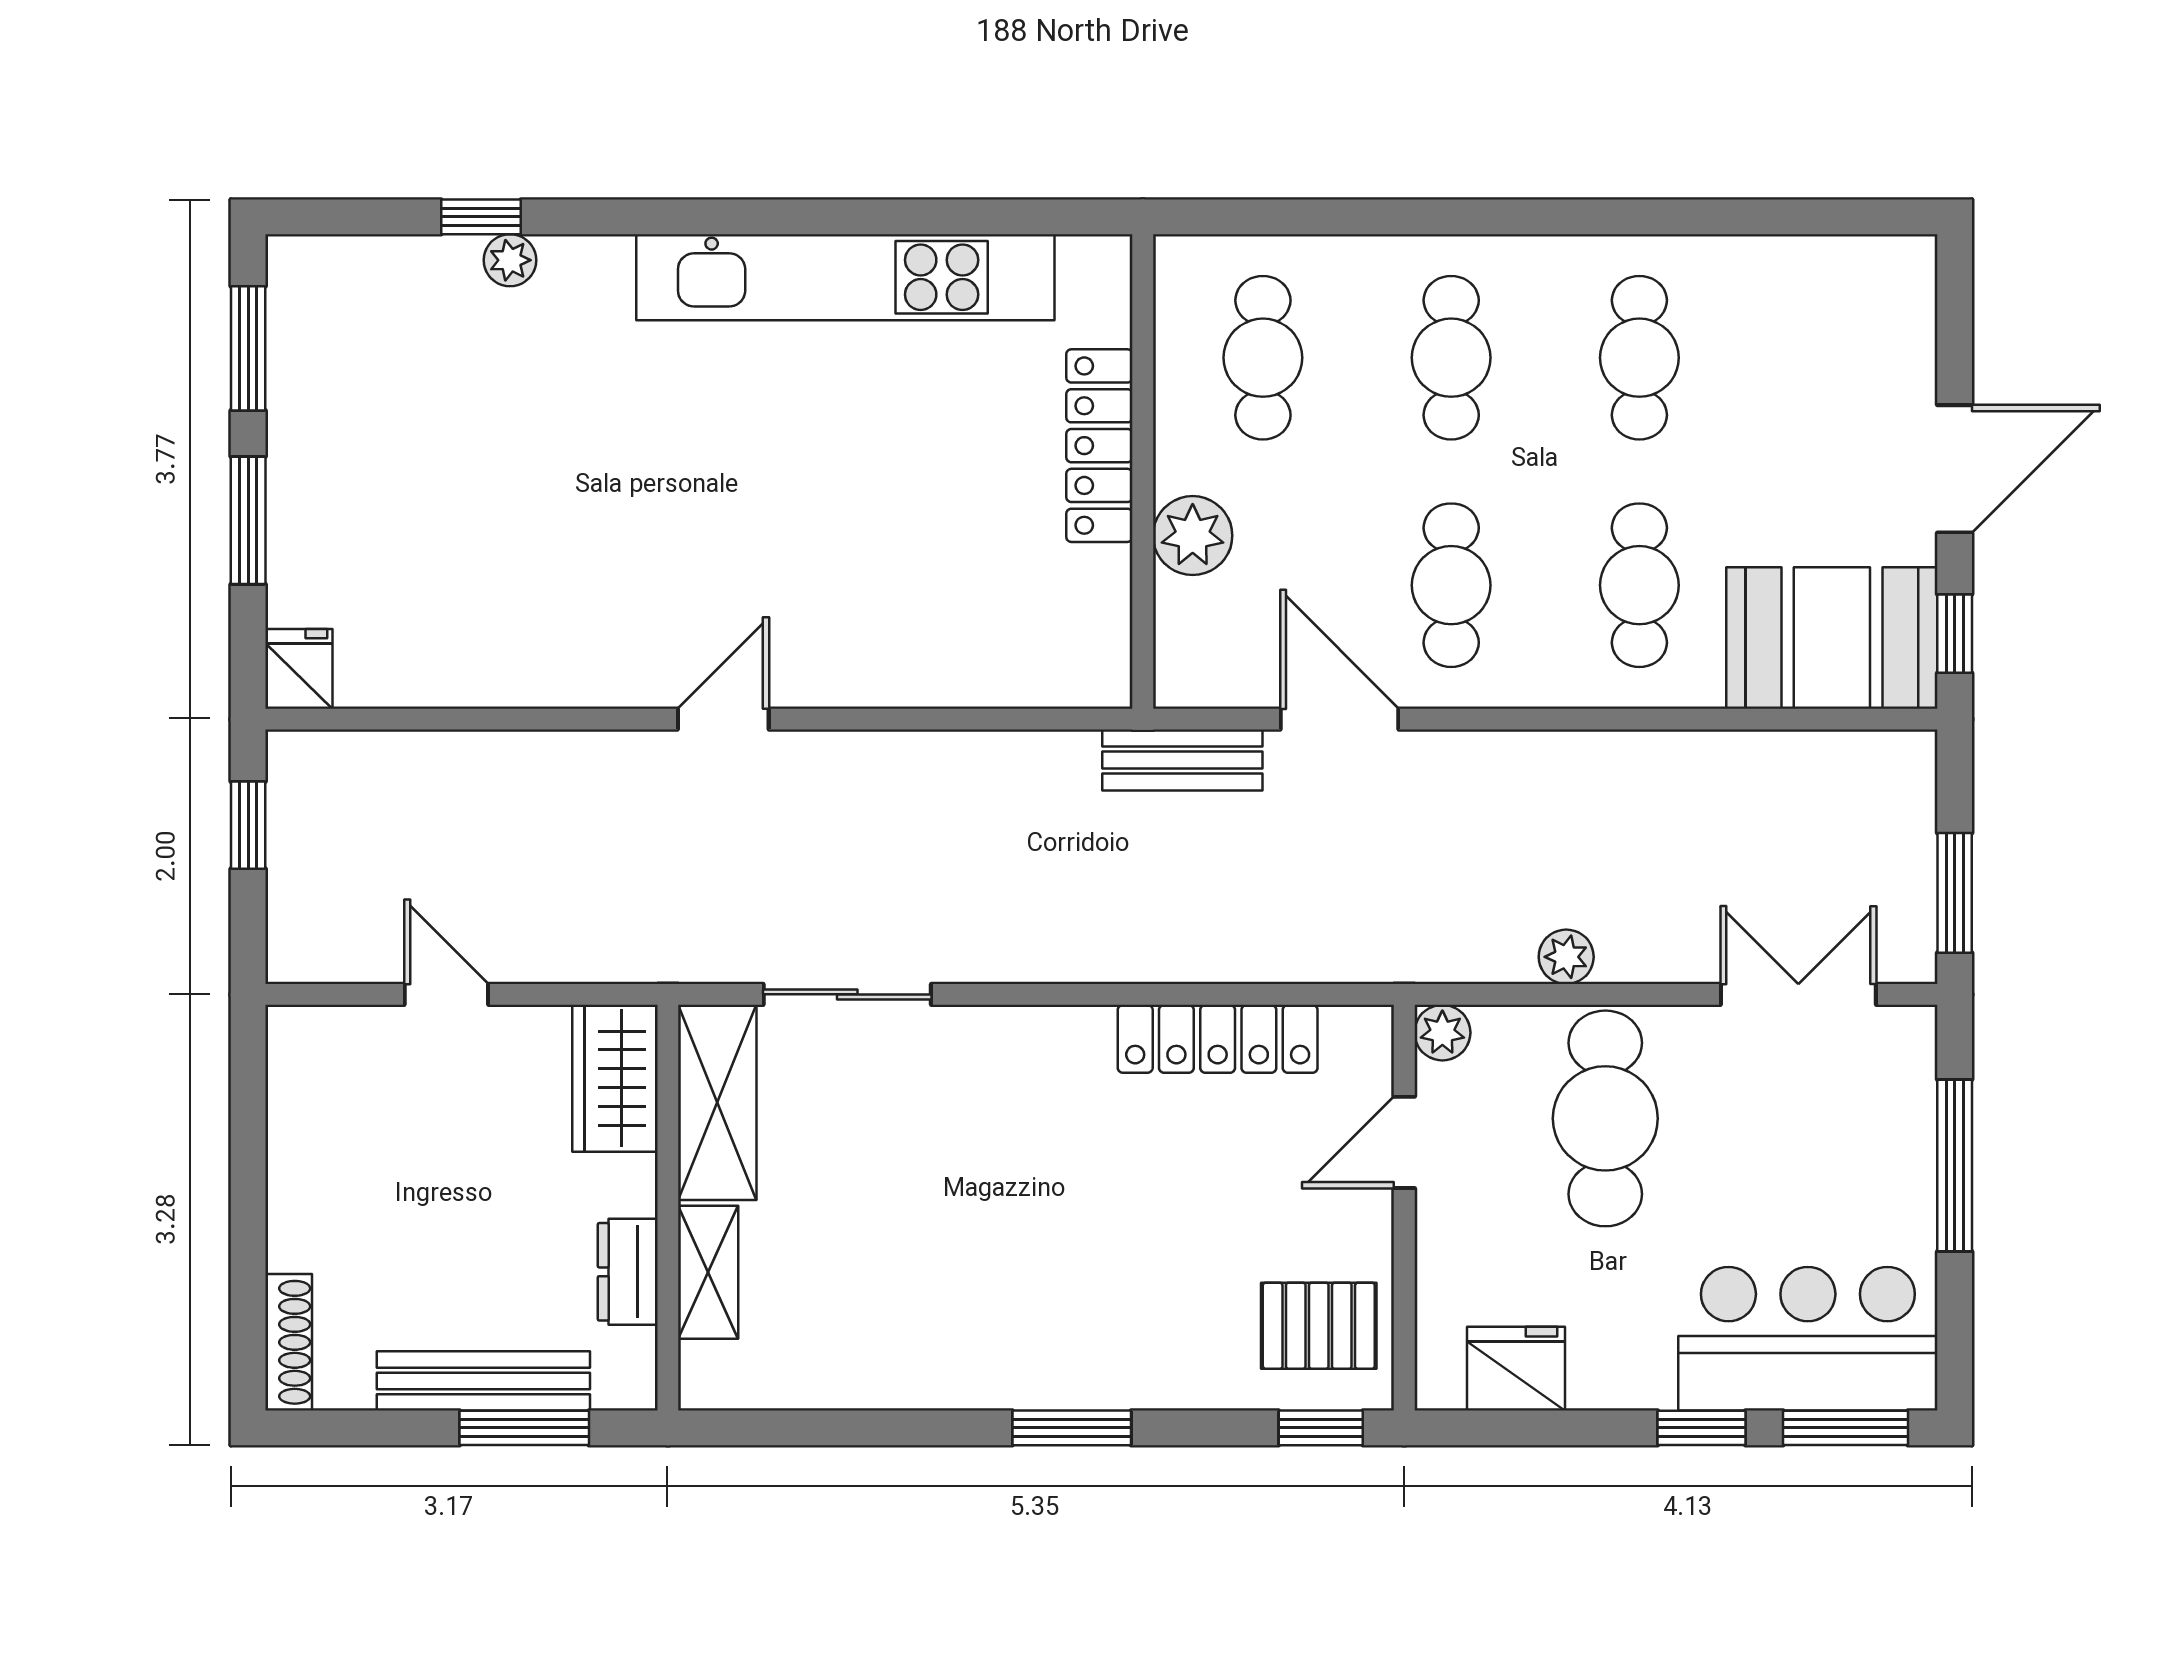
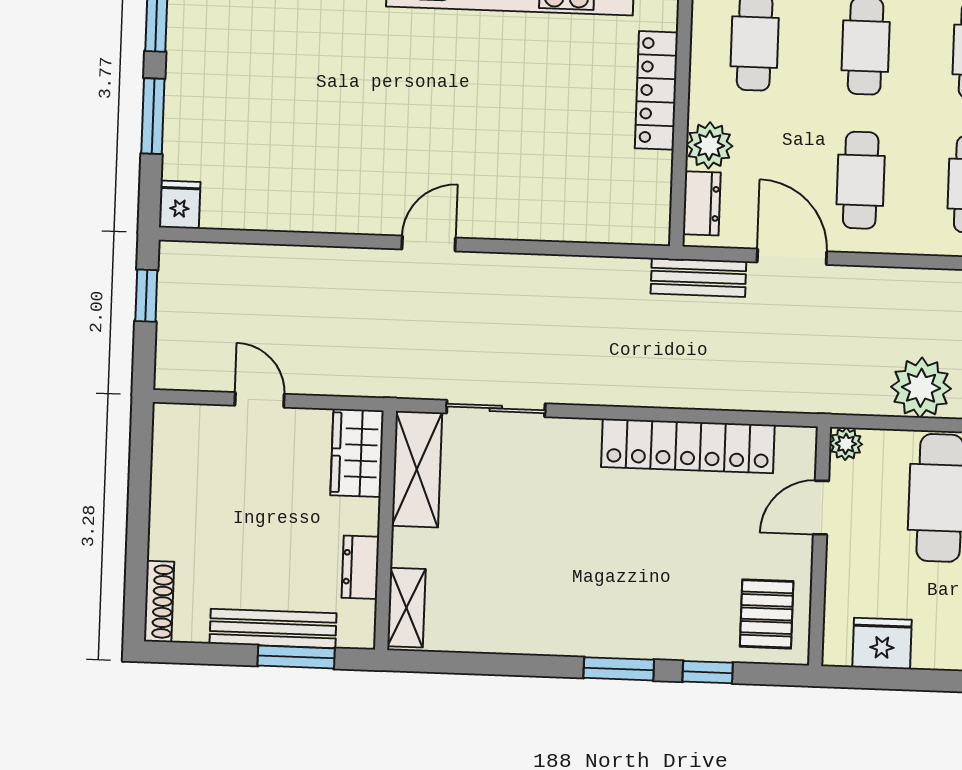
dresser: (1183, 634) -> (702, 203), added
plant: (1566, 957) -> (921, 388), width x1.88, depth x1.88
locker: (1218, 1039) -> (688, 446), width x1.41, depth x1.21
shelving: (708, 1272) -> (406, 608), moved
pallet: (1319, 1326) -> (767, 614), turned 90
window: (1321, 1428) -> (708, 672), moved

